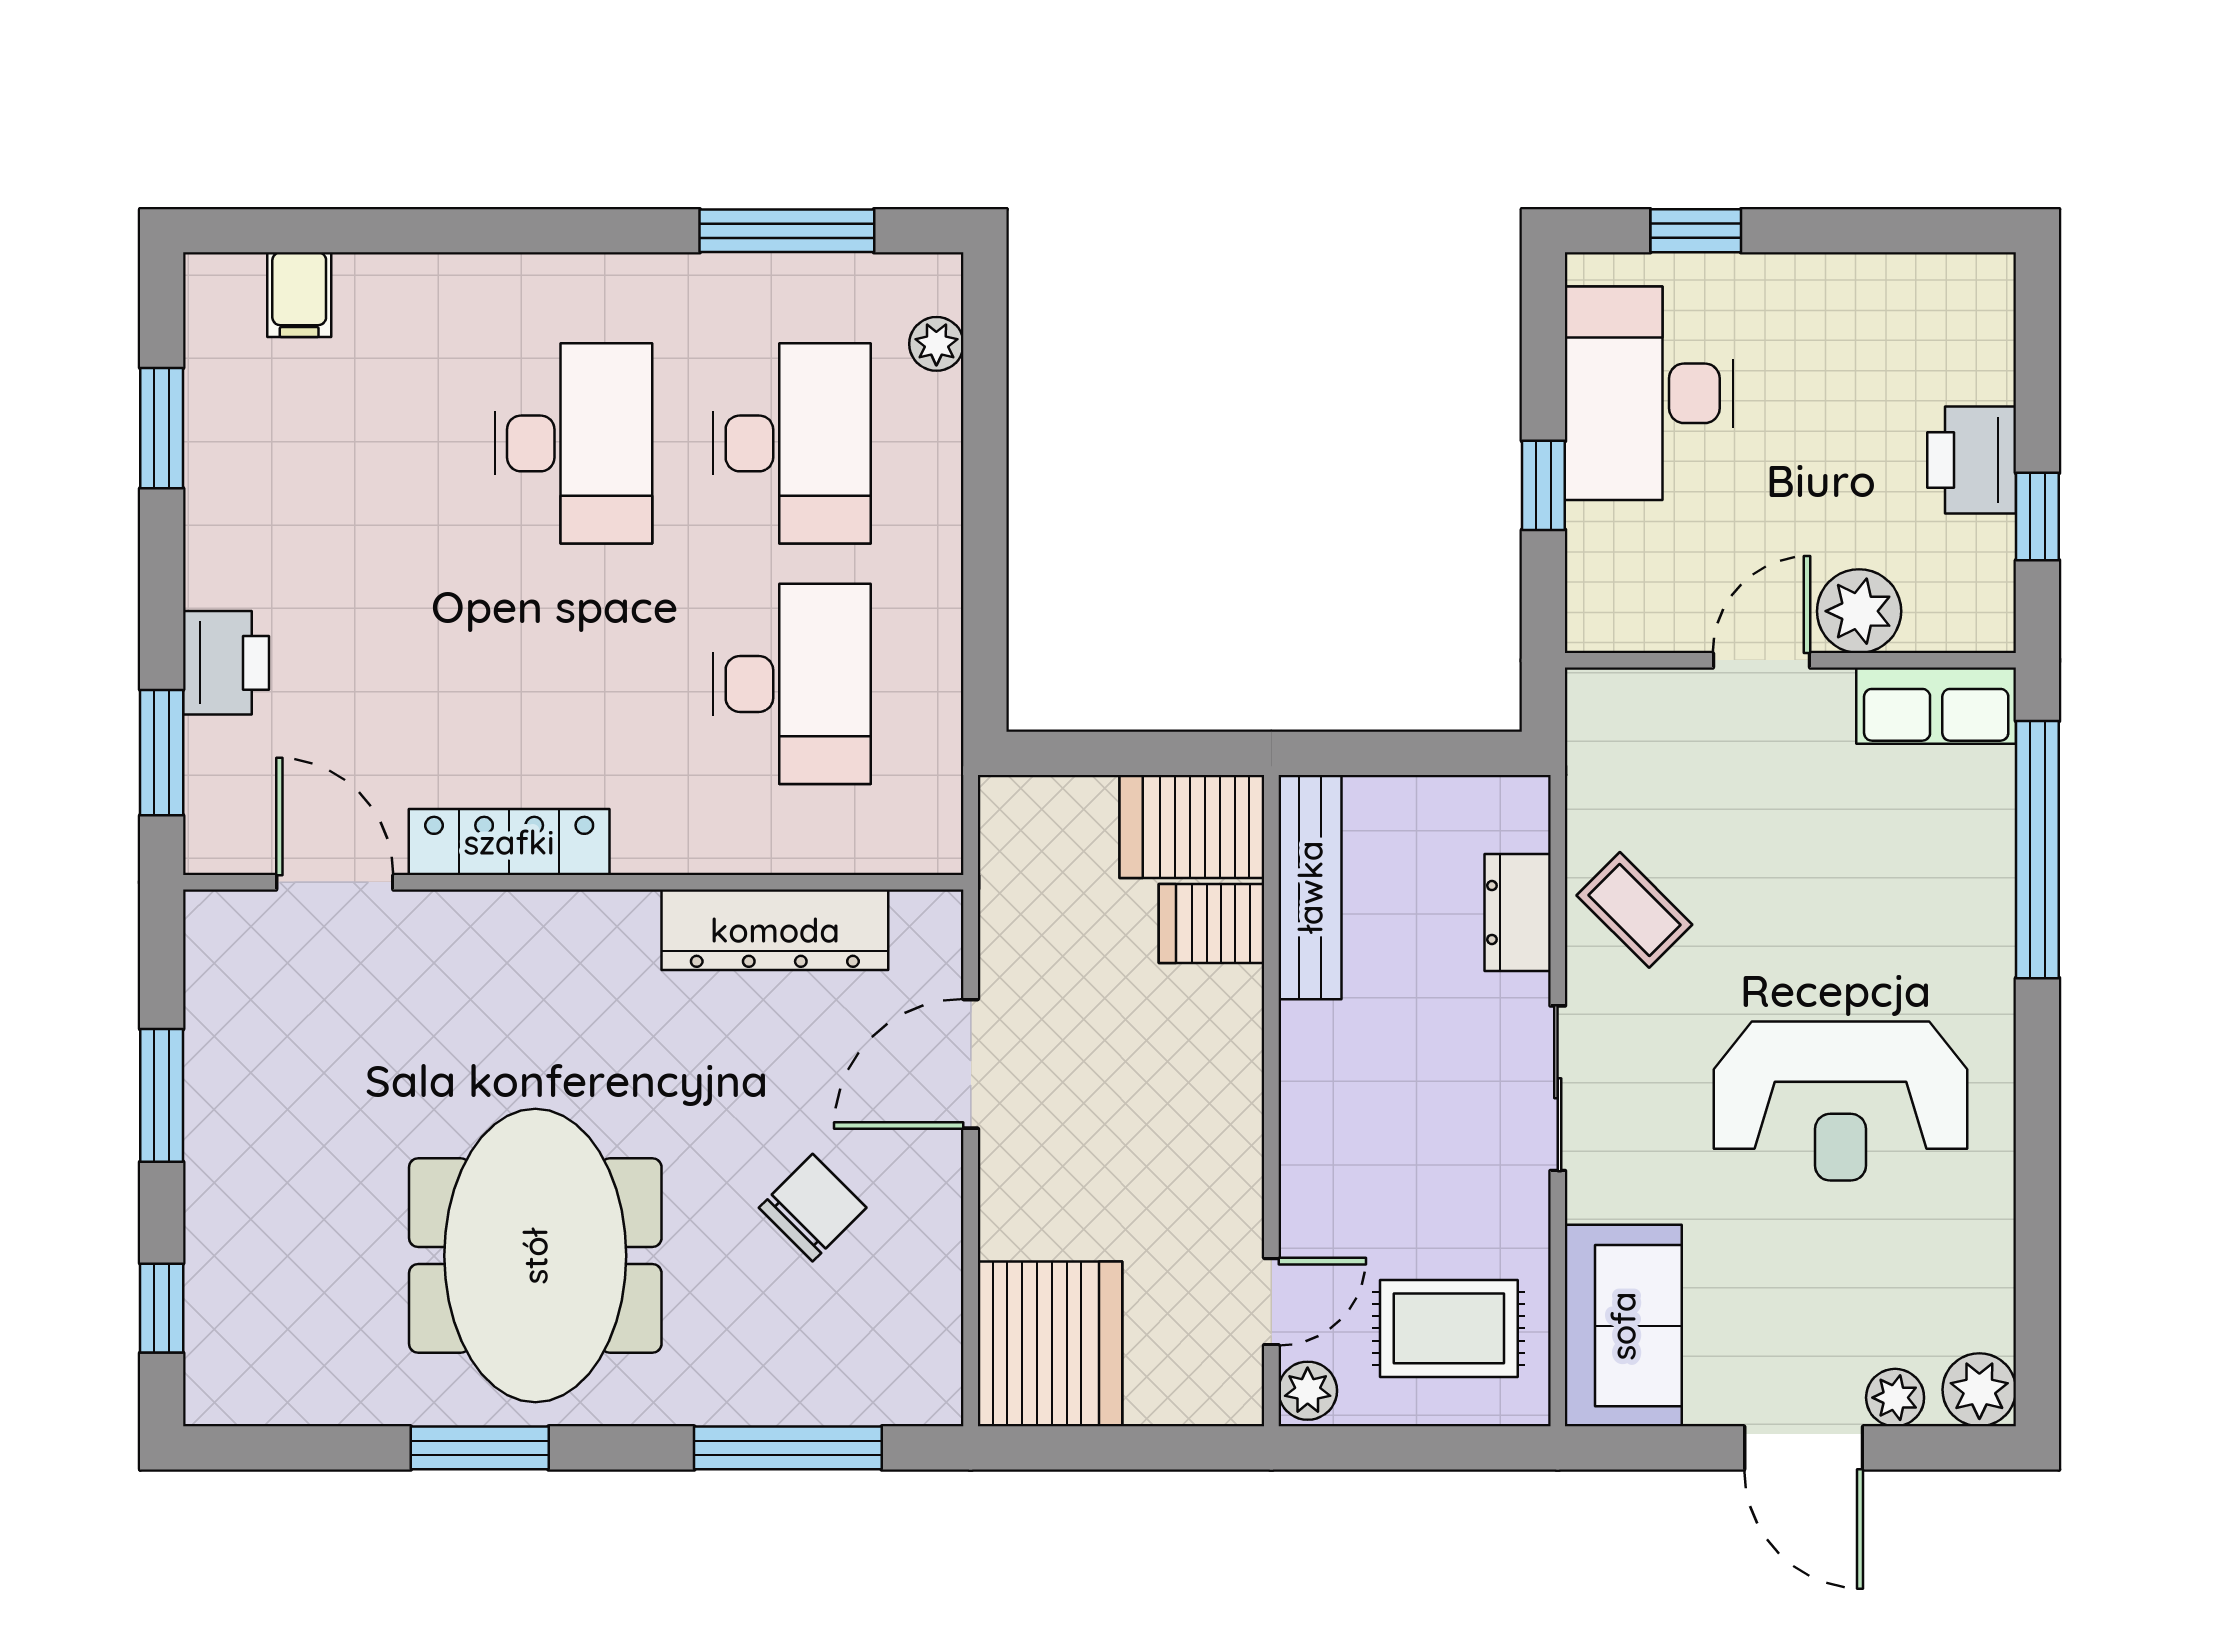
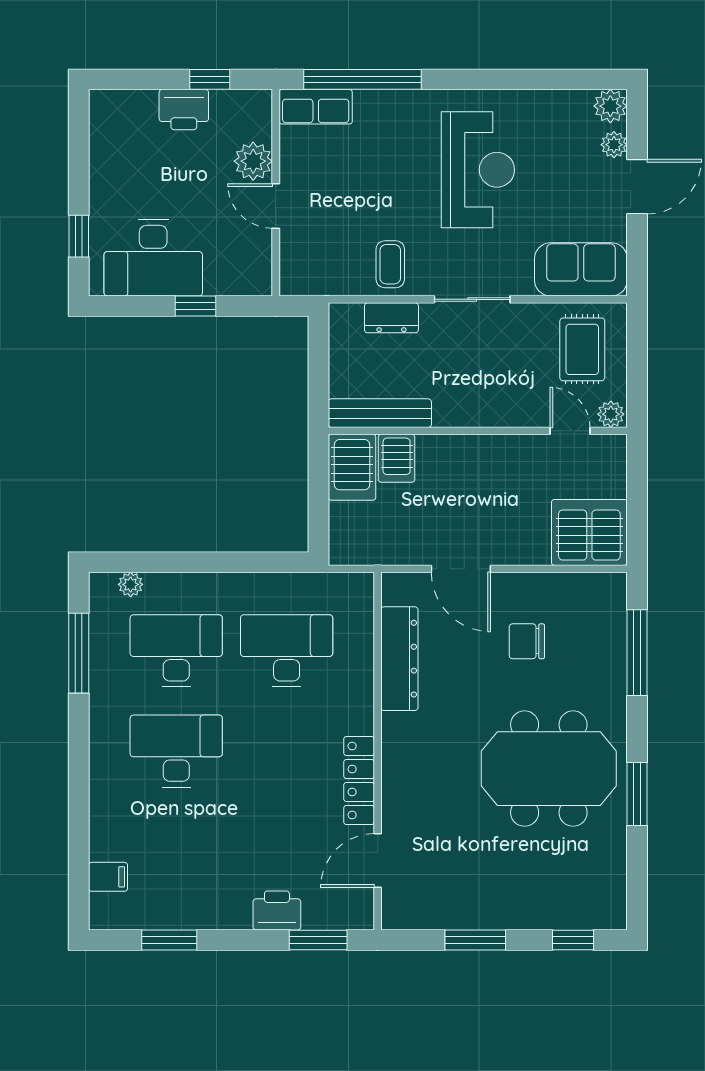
row of seats: (1936, 706) -> (316, 107), moved, turned 90
coffee table: (1634, 910) -> (390, 264), turned -45
chair: (813, 1208) -> (527, 641), turned -45

